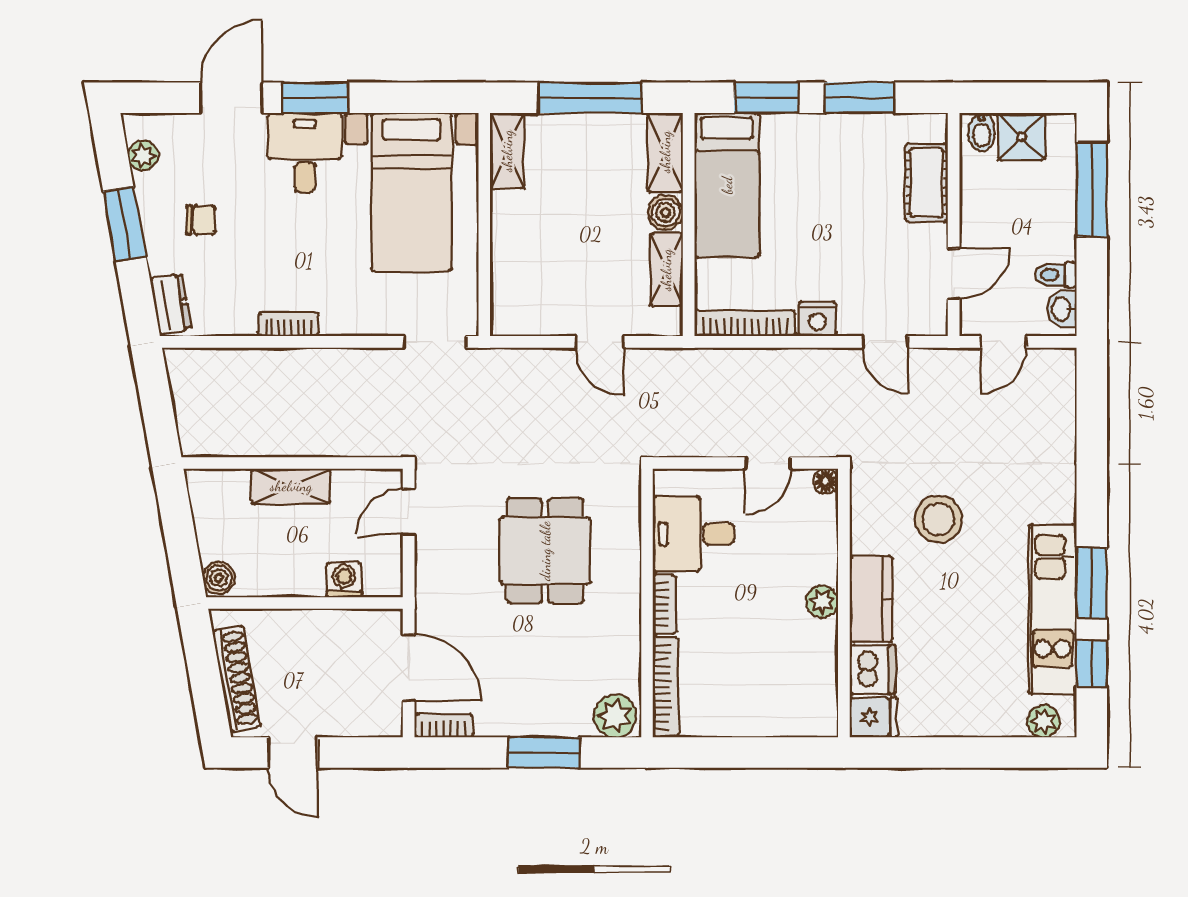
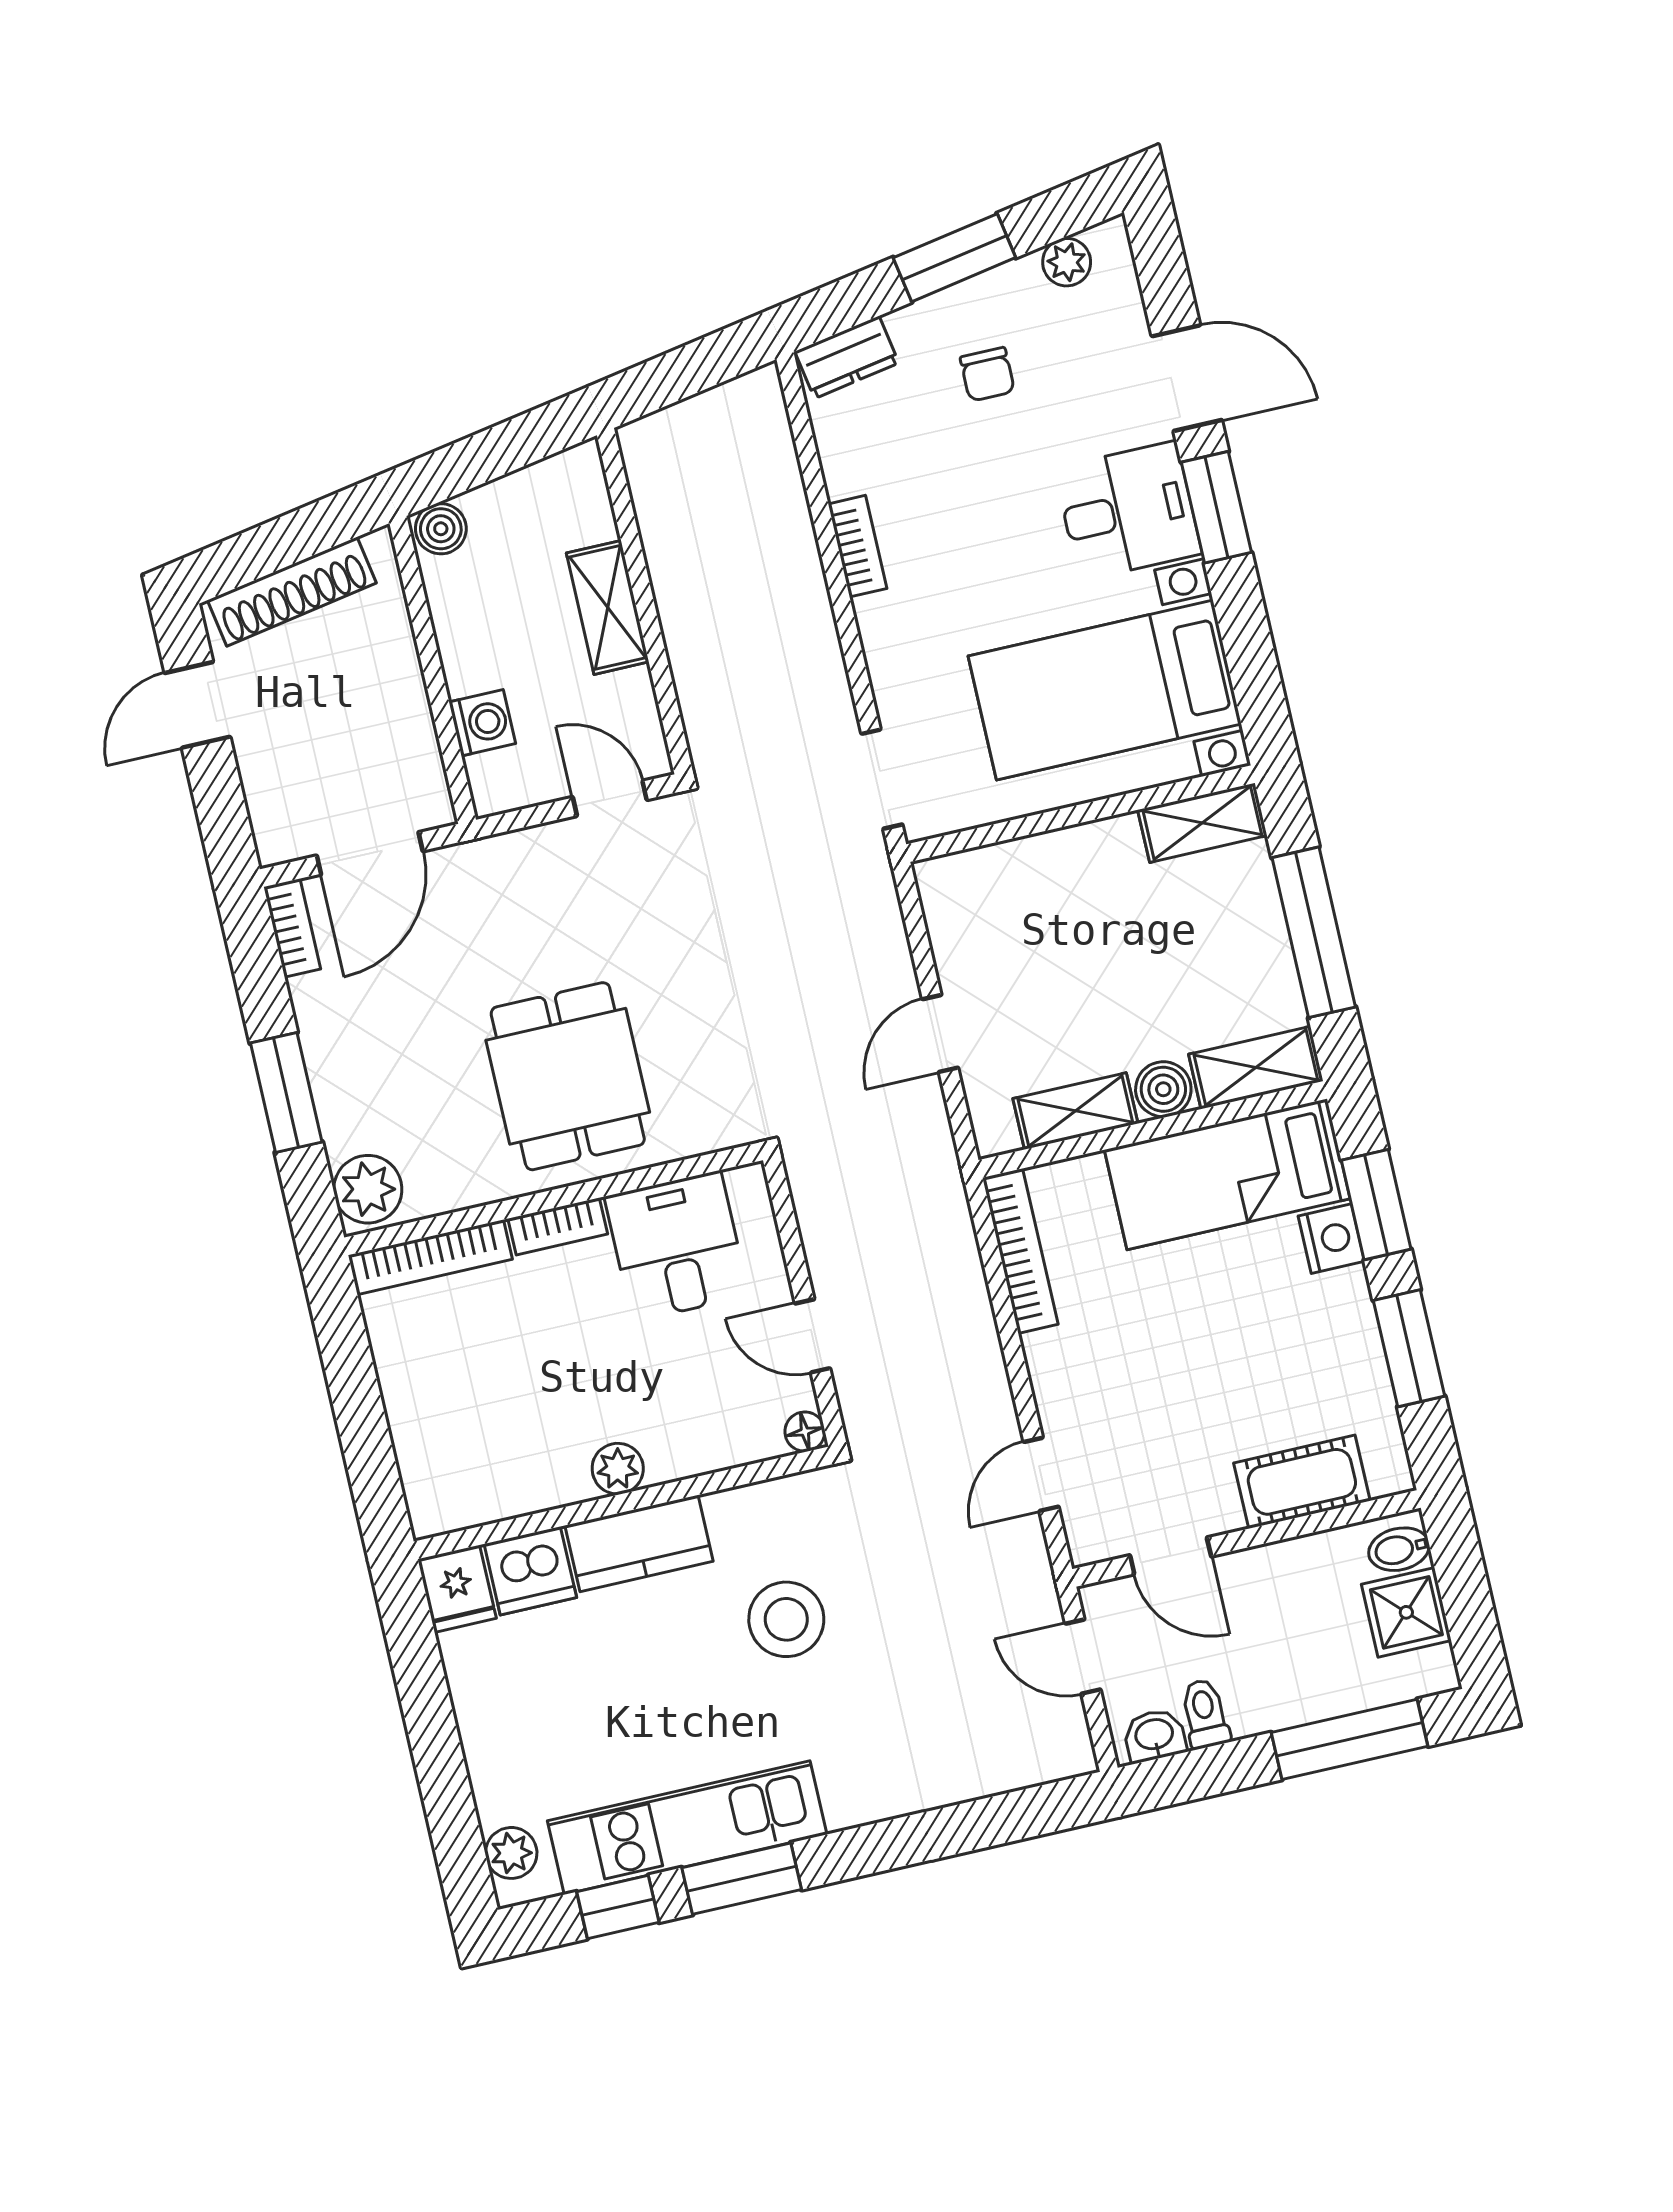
nightstand: (817, 319) -> (1331, 1239), moved, turned 180
dining table: (545, 551) -> (568, 1076), moved, turned 90

